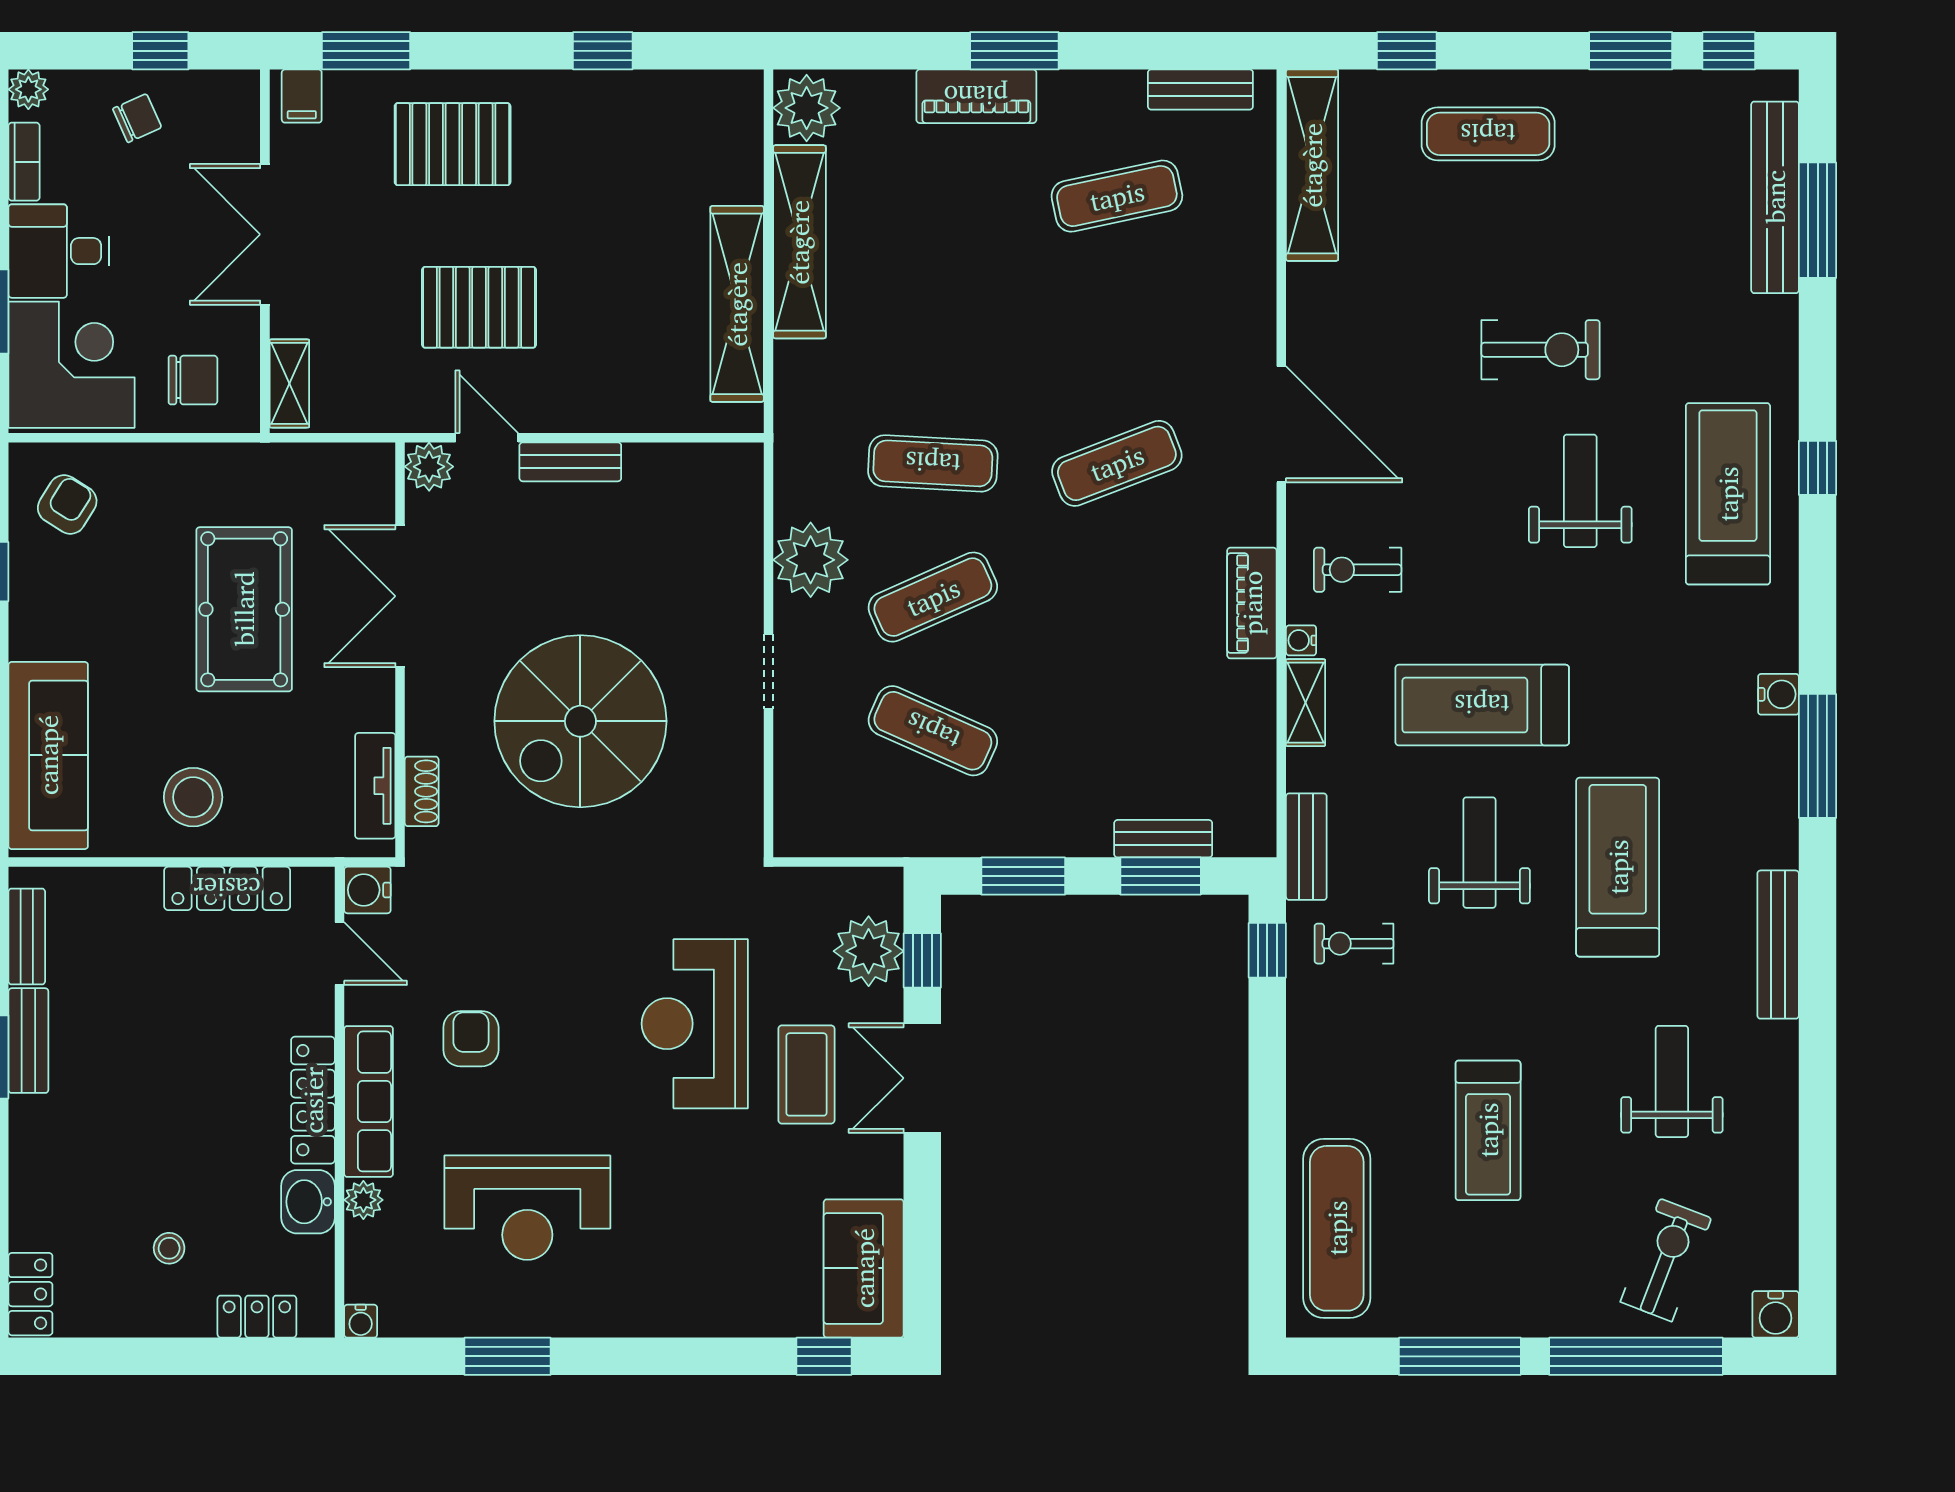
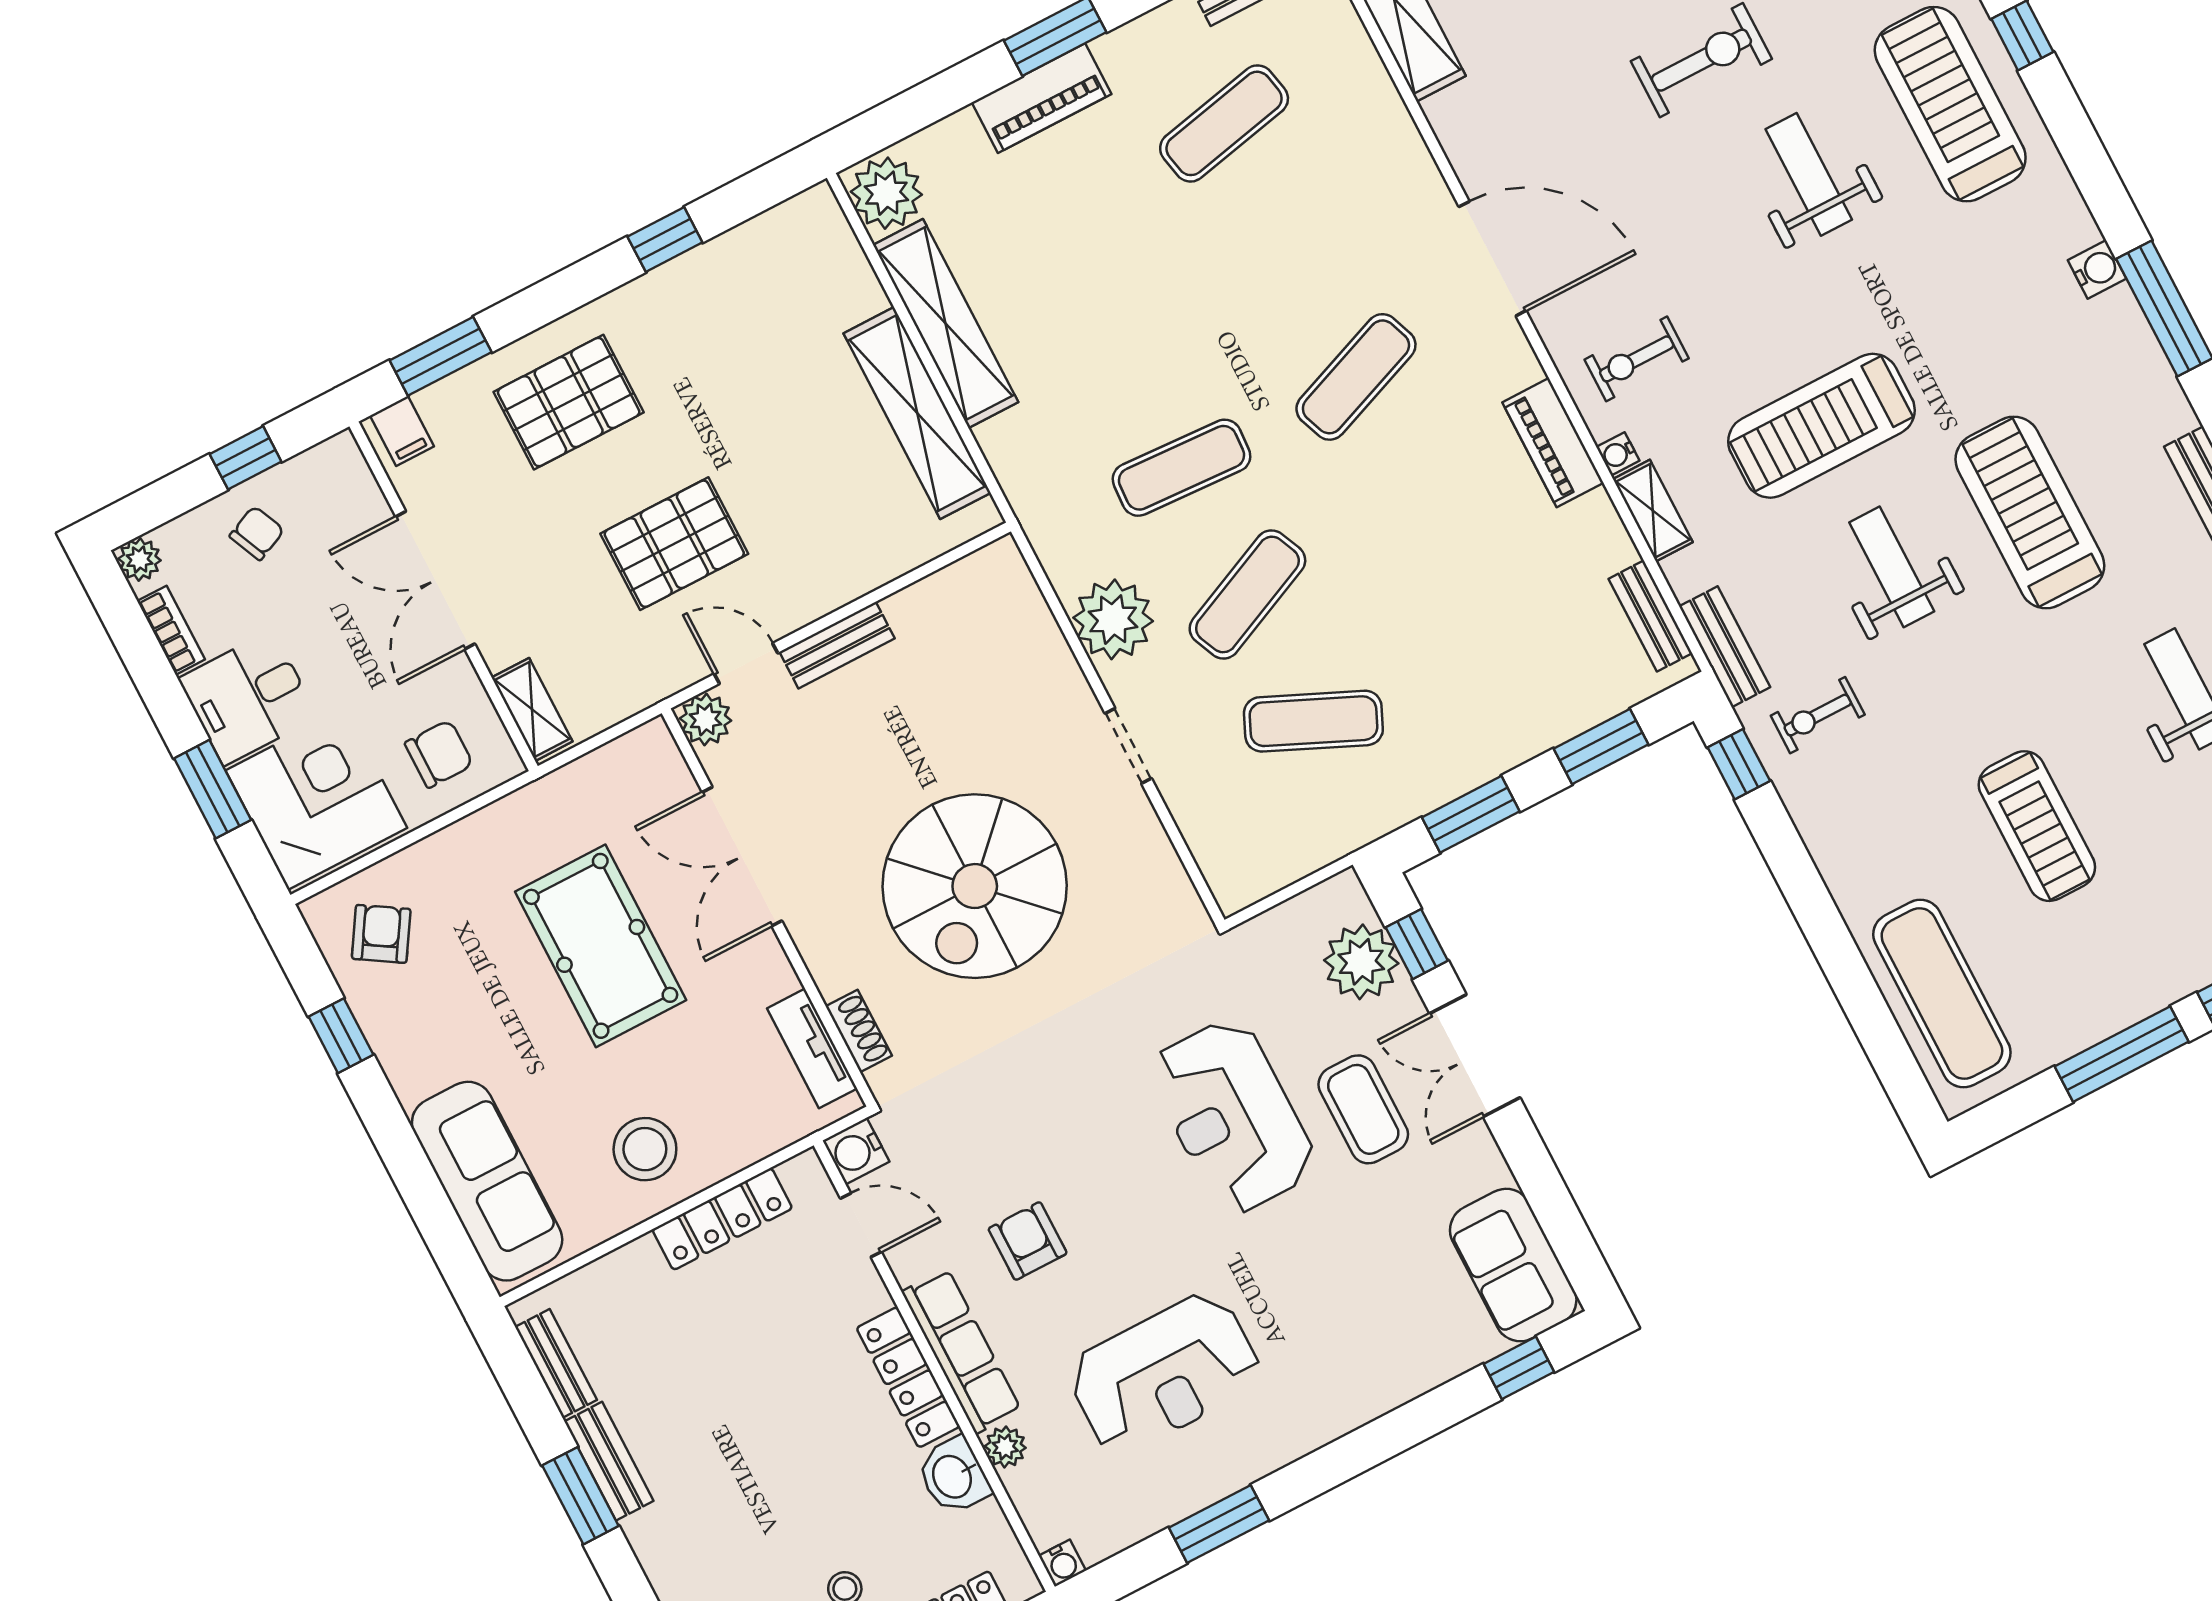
bench: (1163, 839) -> (1650, 616), moved, turned 90

